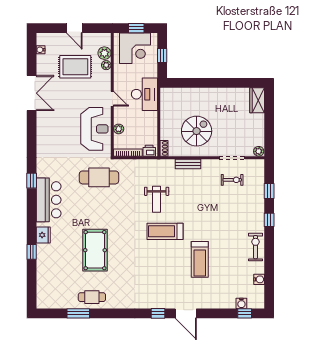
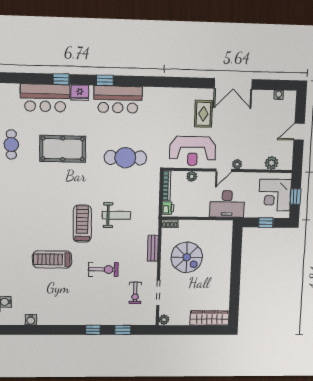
plant: (106, 65) -> (237, 164), moved
rug: (75, 67) -> (203, 114), moved, width x0.73, depth x0.70
wardrobe: (257, 100) -> (210, 318), width x1.50
cafe table: (99, 177) -> (125, 158), moved, turned 90
window: (32, 181) -> (105, 80), moved
weight bench: (157, 199) -> (116, 215), turned 180
exercise bike: (255, 247) -> (103, 269), moved
bar counter: (49, 266) -> (45, 98), added

